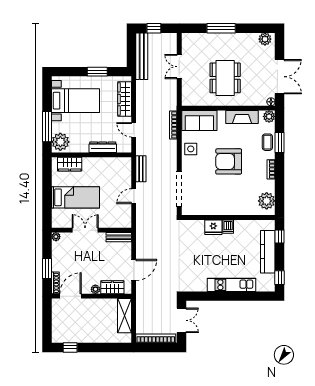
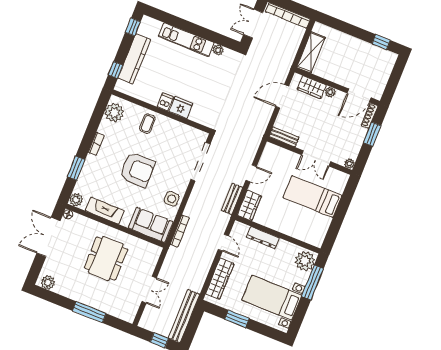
coffee table: (267, 142) -> (147, 124), moved
wardrobe: (70, 164) -> (249, 206), moved, turned 90
plant: (202, 287) -> (218, 50), added

